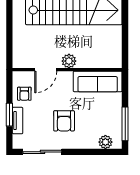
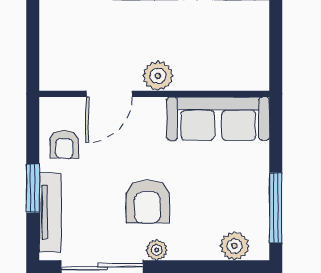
tv unit: (18, 121) -> (50, 212), width x1.41
plant: (68, 144) -> (157, 250), added

